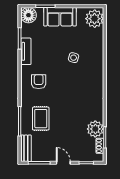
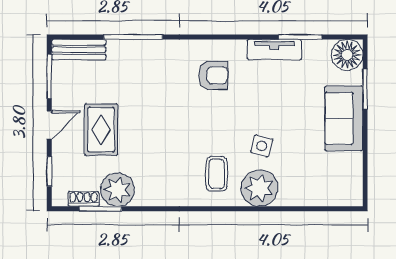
plant: (95, 19) -> (259, 188), moved
coffee table: (87, 80) -> (217, 174), added
rug: (41, 119) -> (101, 130), moved, turned 90

